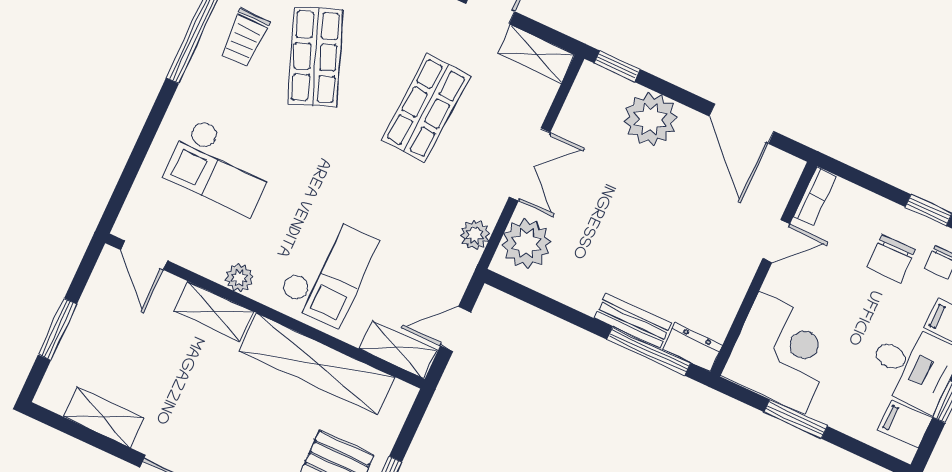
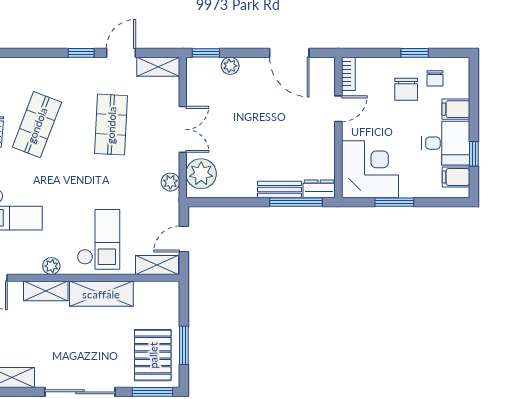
shop shelf: (315, 57) -> (37, 125), turned 42
plant: (650, 119) -> (230, 66), width x0.53, depth x0.53
shelving: (317, 364) -> (101, 294), width x0.68

